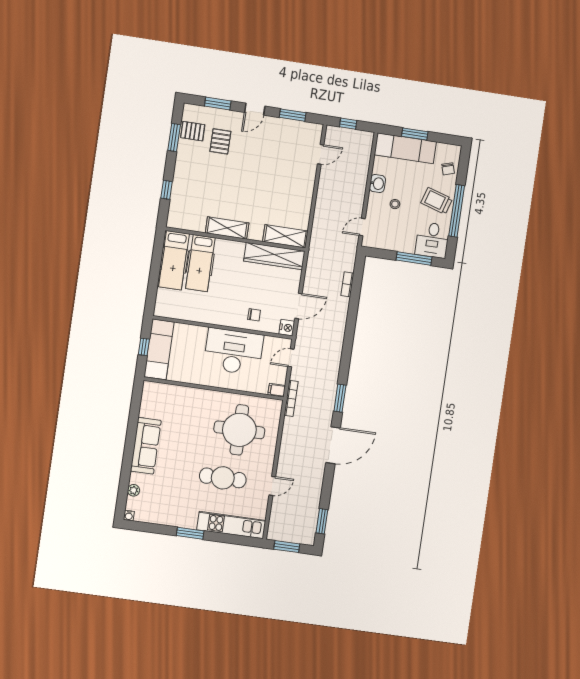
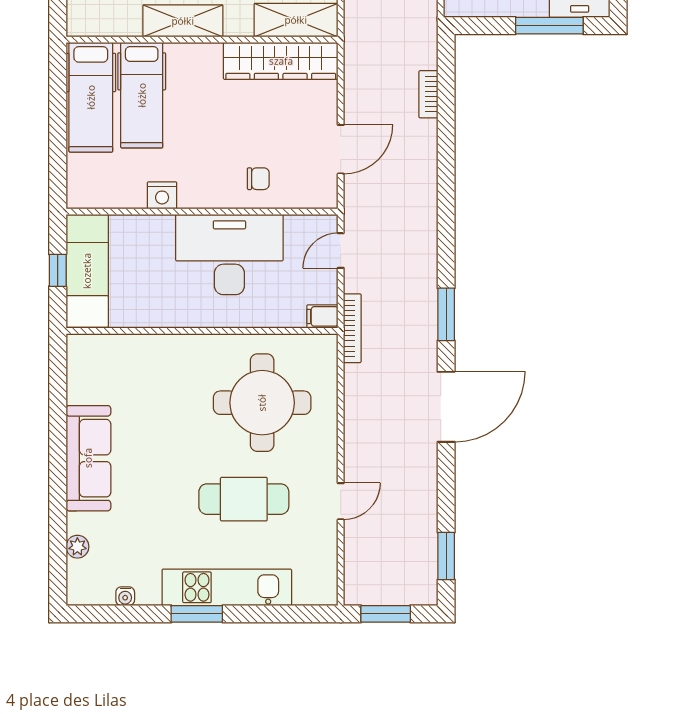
nightstand: (287, 328) -> (162, 195), moved, turned 90
water cooler: (129, 516) -> (125, 596), moved
kitchen unit: (231, 525) -> (227, 587), moved

